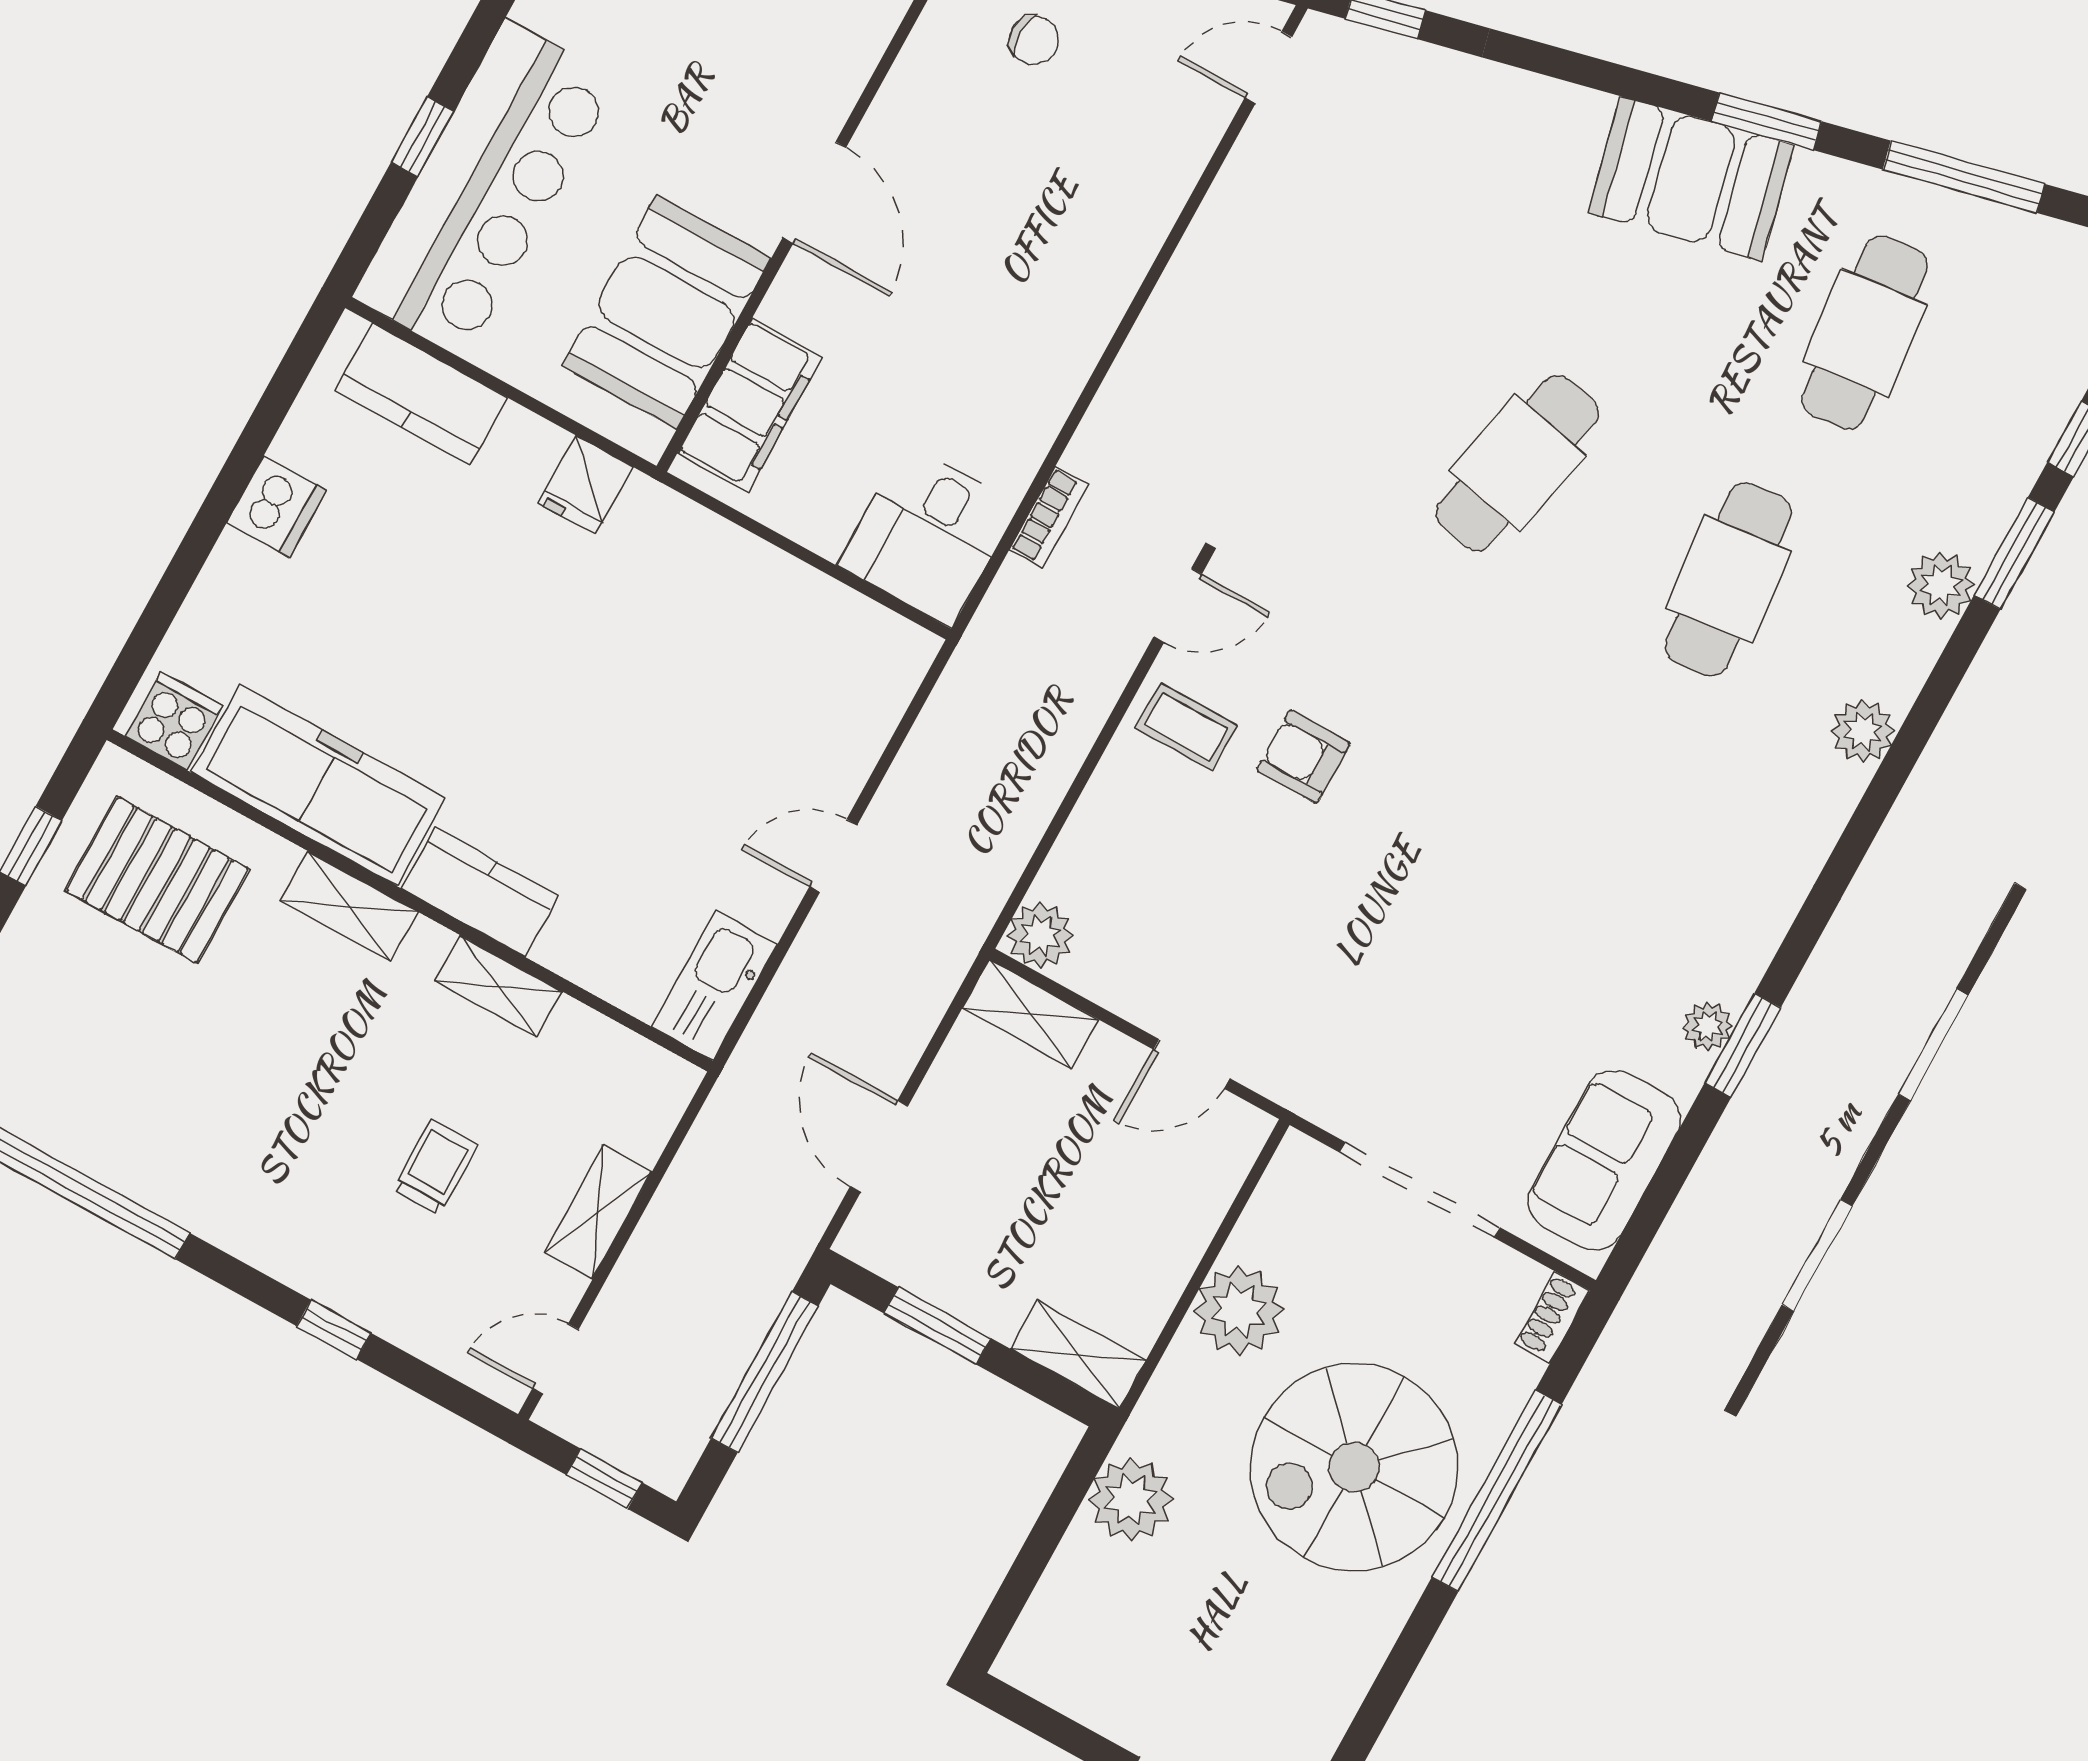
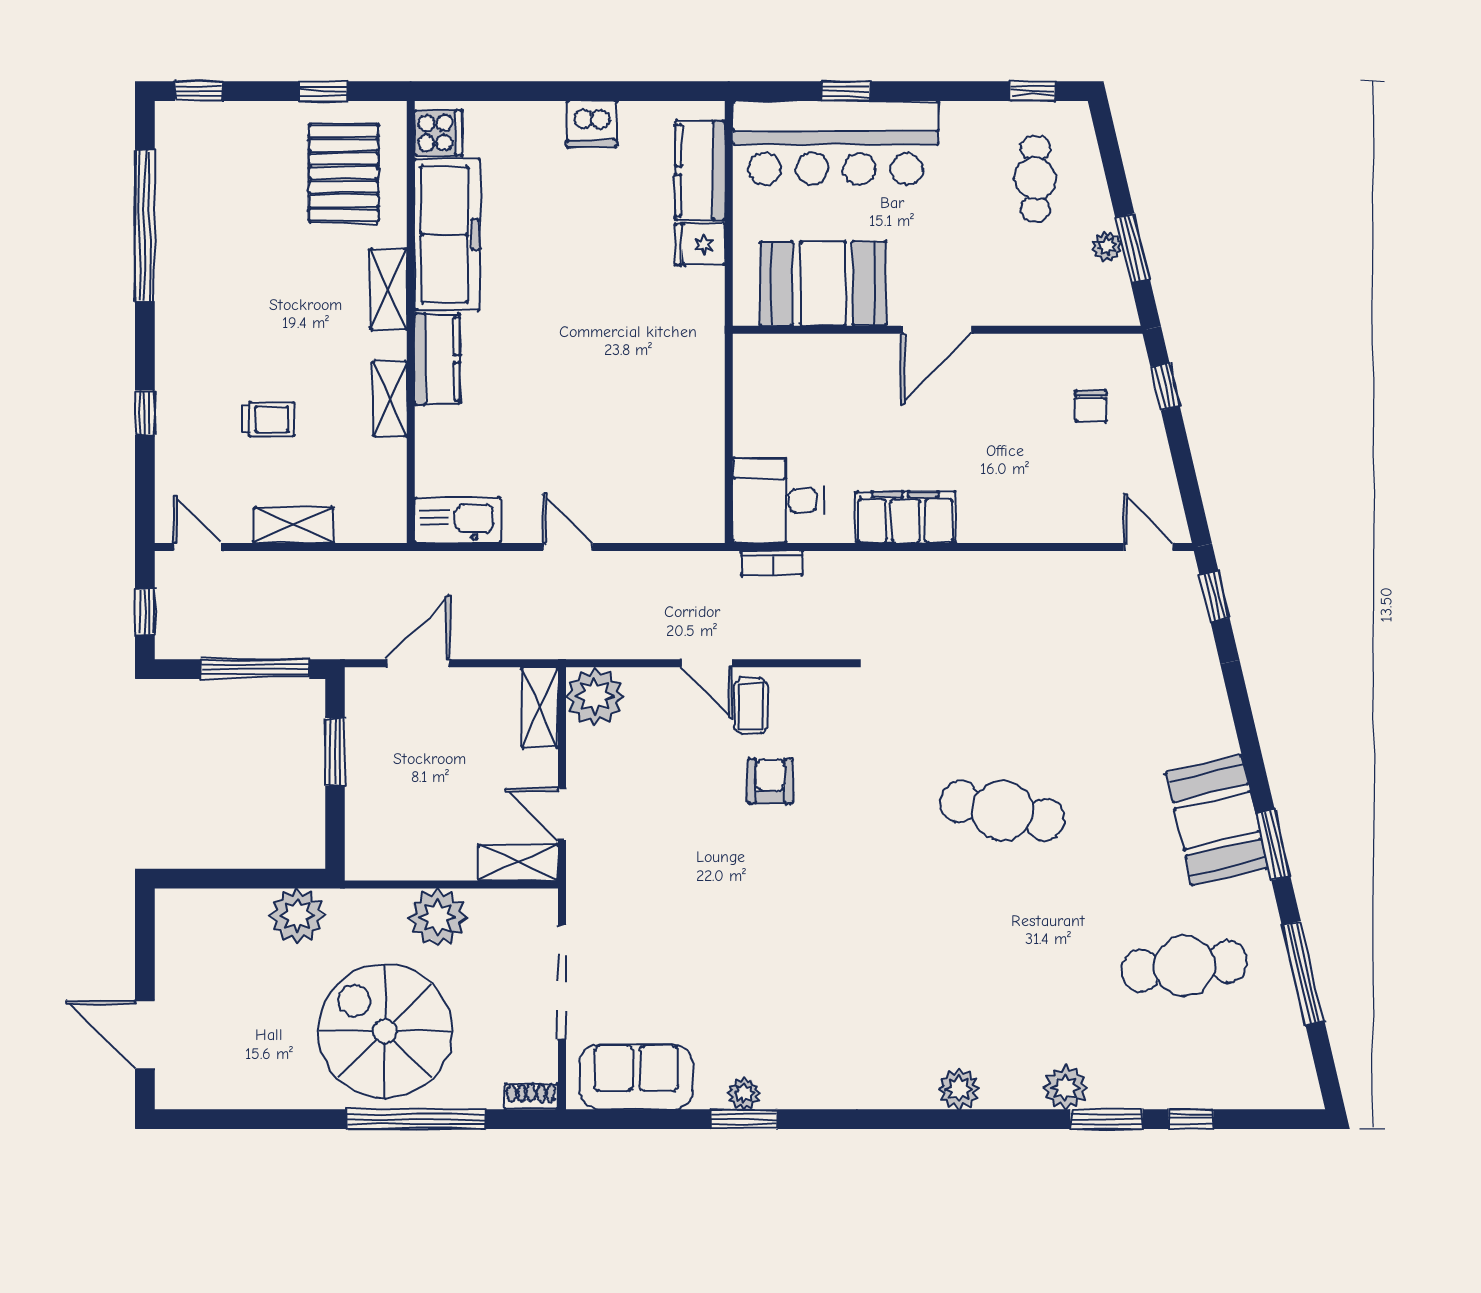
filing cabinet: (750, 405) -> (906, 517), moved, turned 180
fridge: (586, 485) -> (700, 244), moved
bookcase: (1049, 517) -> (772, 563), moved
cafe table: (1729, 580) -> (1003, 966), removed
door: (1178, 606) -> (707, 663), moved
plant: (1040, 936) -> (595, 696), width x1.36, depth x1.36
shelving: (1078, 1355) -> (518, 863), moved, turned 90

